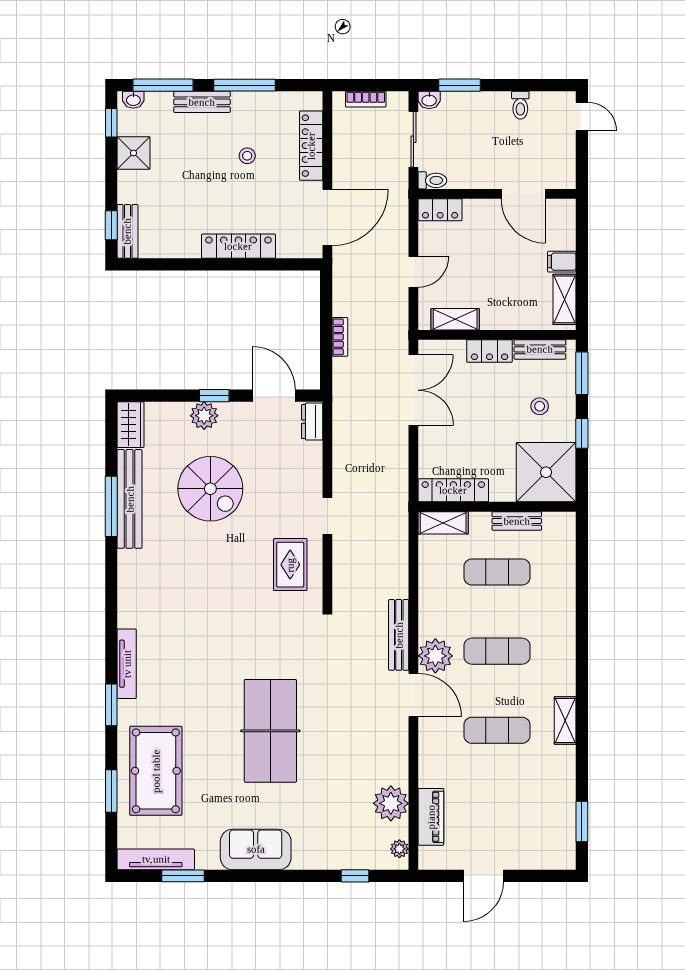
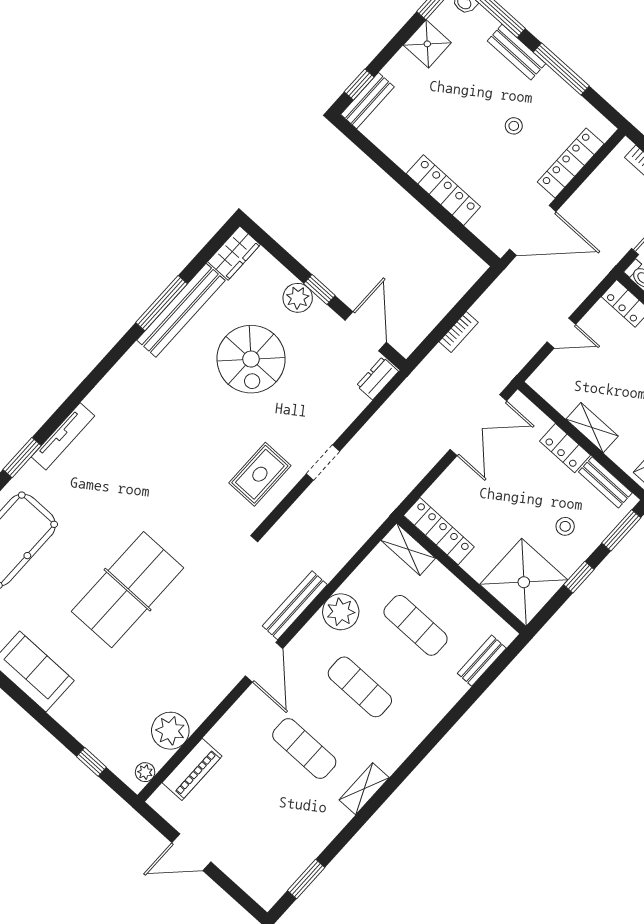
shelving: (455, 319) -> (592, 428), moved
bench: (517, 521) -> (482, 661), moved, turned 90
plant: (435, 656) -> (341, 612), moved

